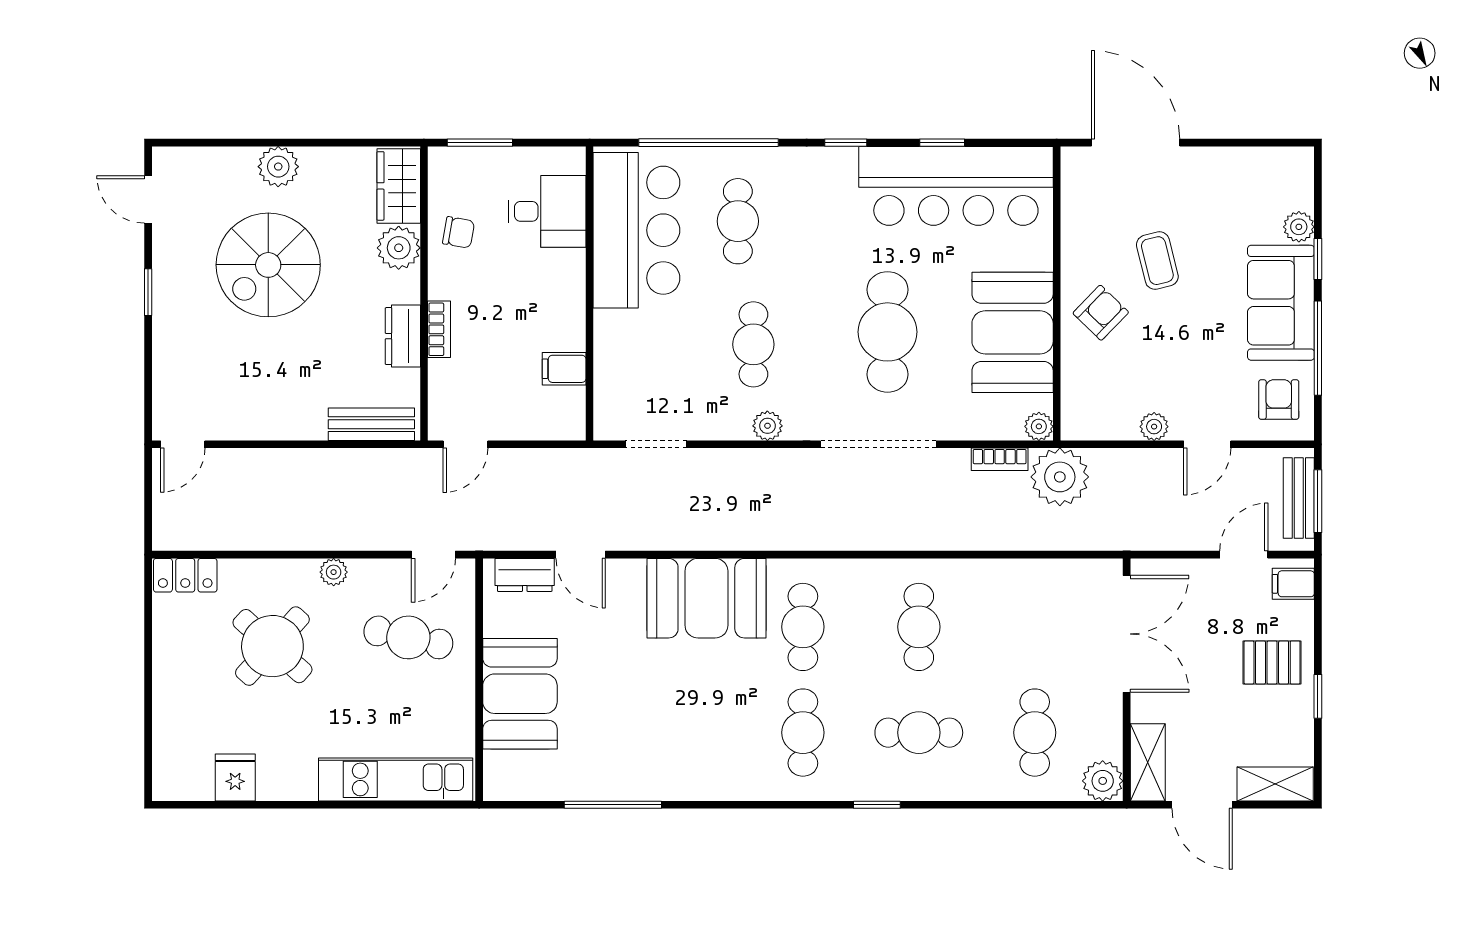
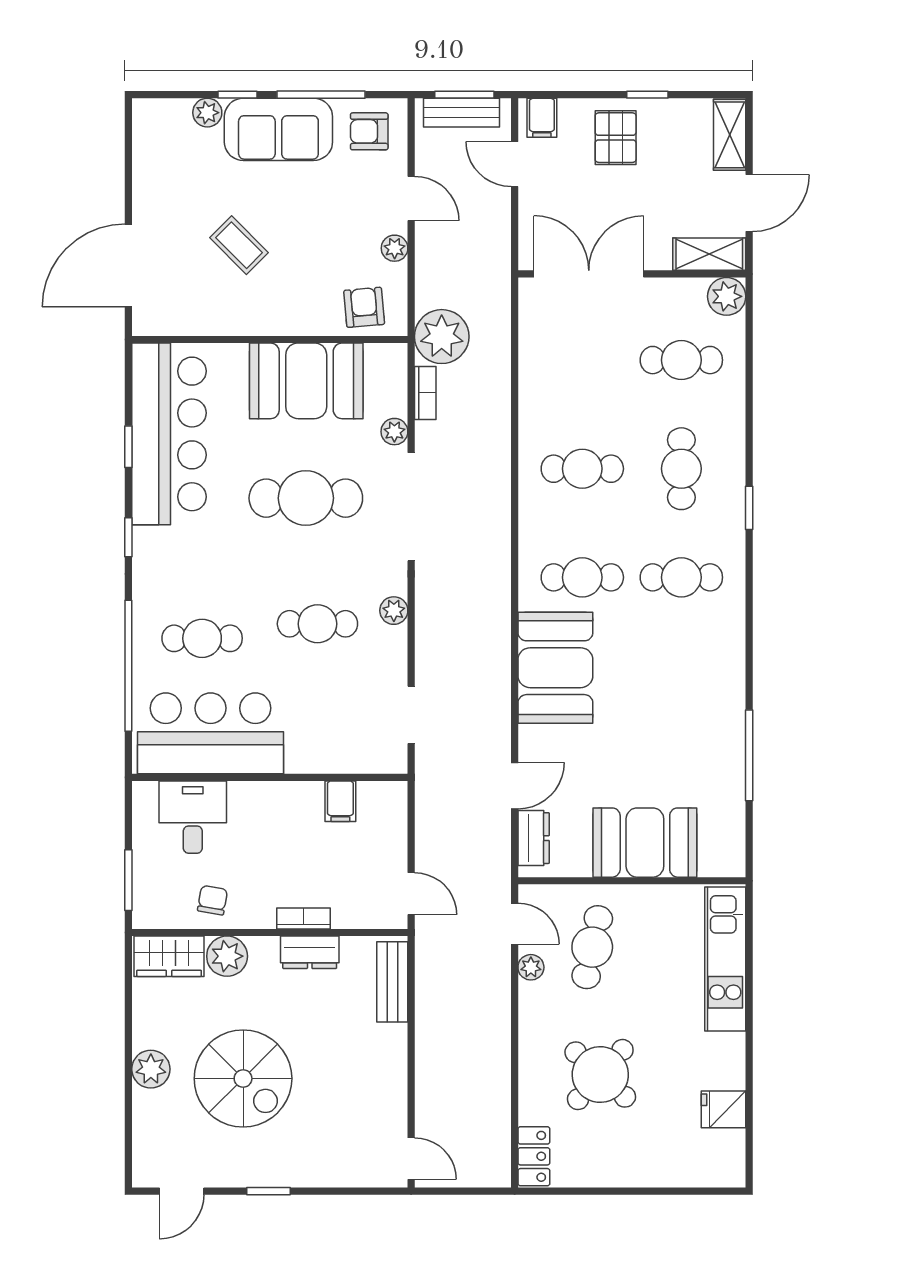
coffee table: (1157, 261) -> (239, 245), turned 59
armchair: (1101, 313) -> (364, 307), moved, turned 41
plant: (1039, 426) -> (394, 432), moved
plant: (334, 572) -> (531, 967), moved

